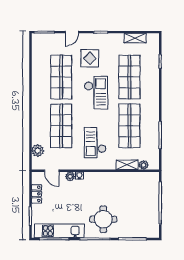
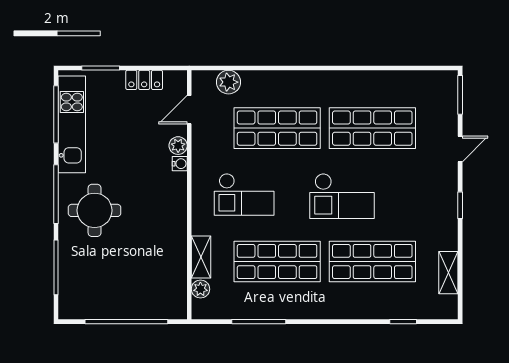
door: (72, 32) -> (460, 149), swing flipped
display table: (90, 58) -> (409, 184), removed
checkout: (95, 143) -> (244, 194), turned 180

